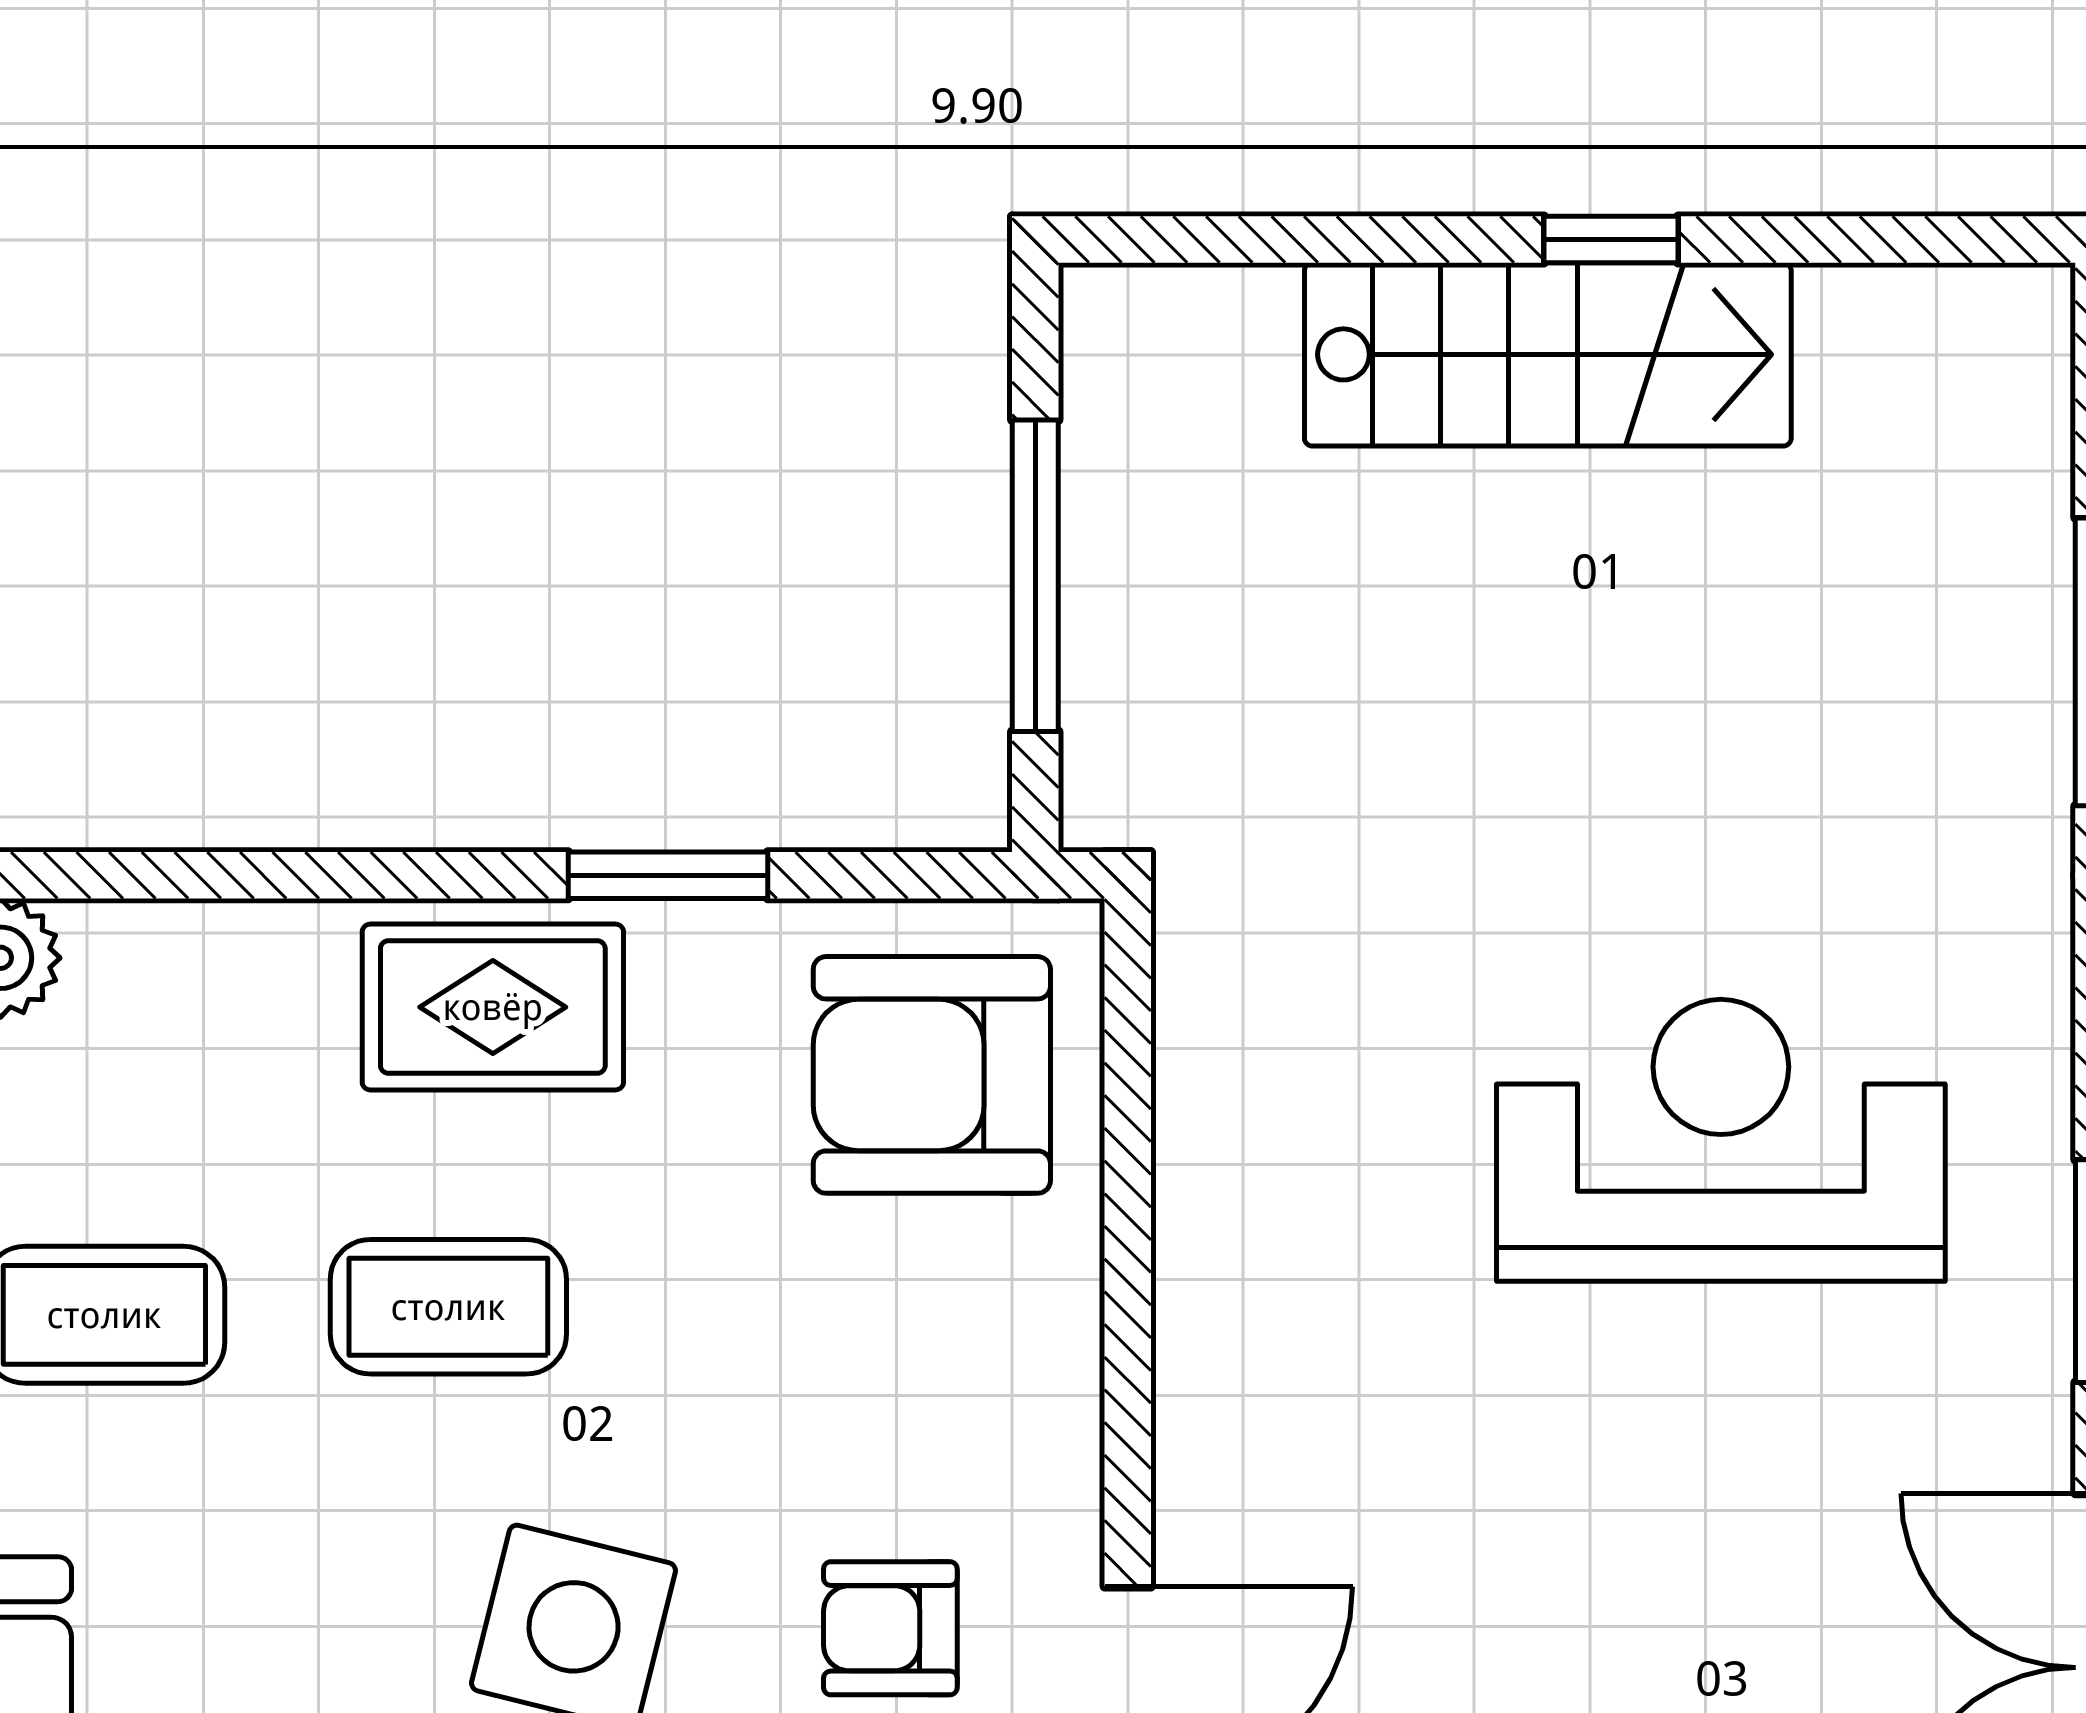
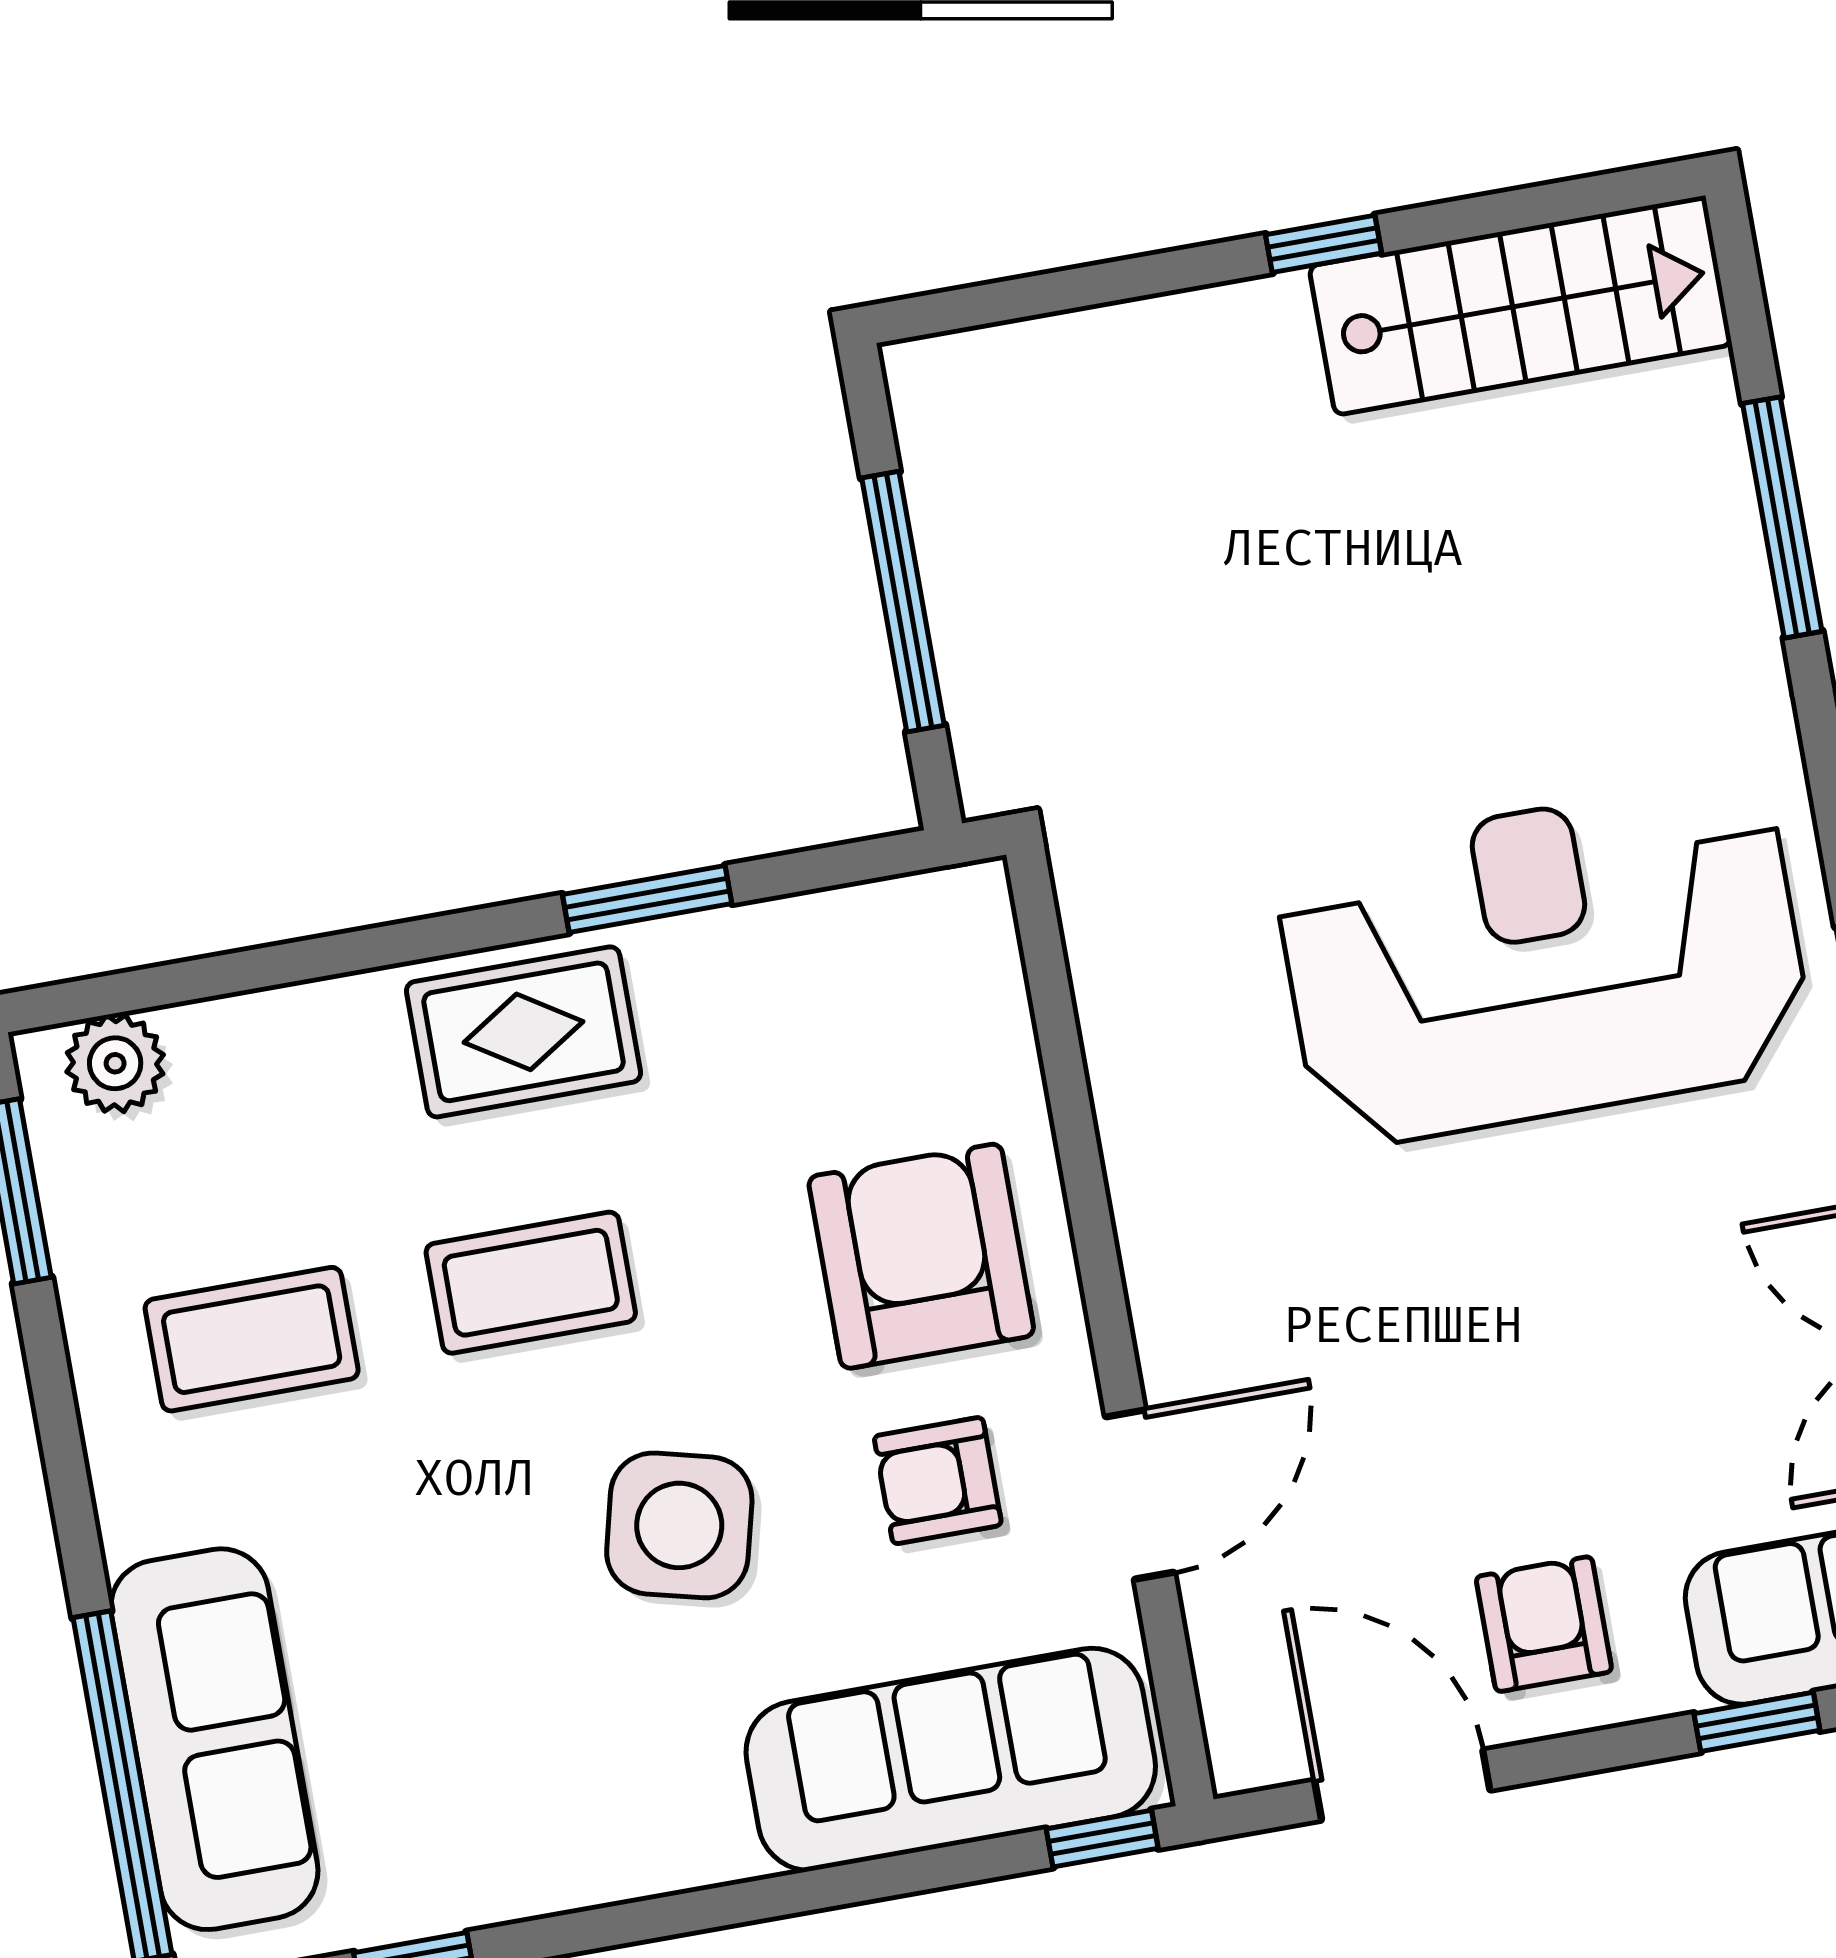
stairs: (1548, 354) -> (1520, 305), moved
armchair: (932, 1075) -> (921, 1256), moved, turned 90
reception desk: (1721, 1140) -> (1544, 962), width x1.36, depth x1.30

